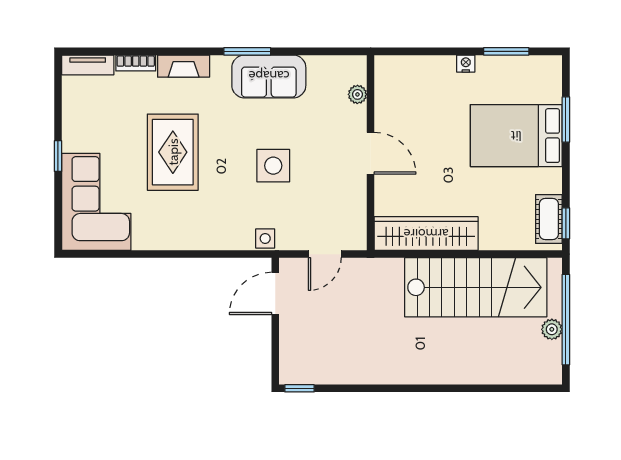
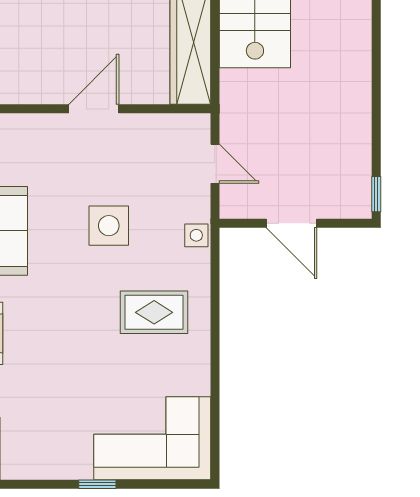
plant: (357, 94) -> (23, 124), removed
rug: (173, 152) -> (154, 312), moved, width x0.73, depth x0.70
door: (275, 293) -> (292, 223), moved

